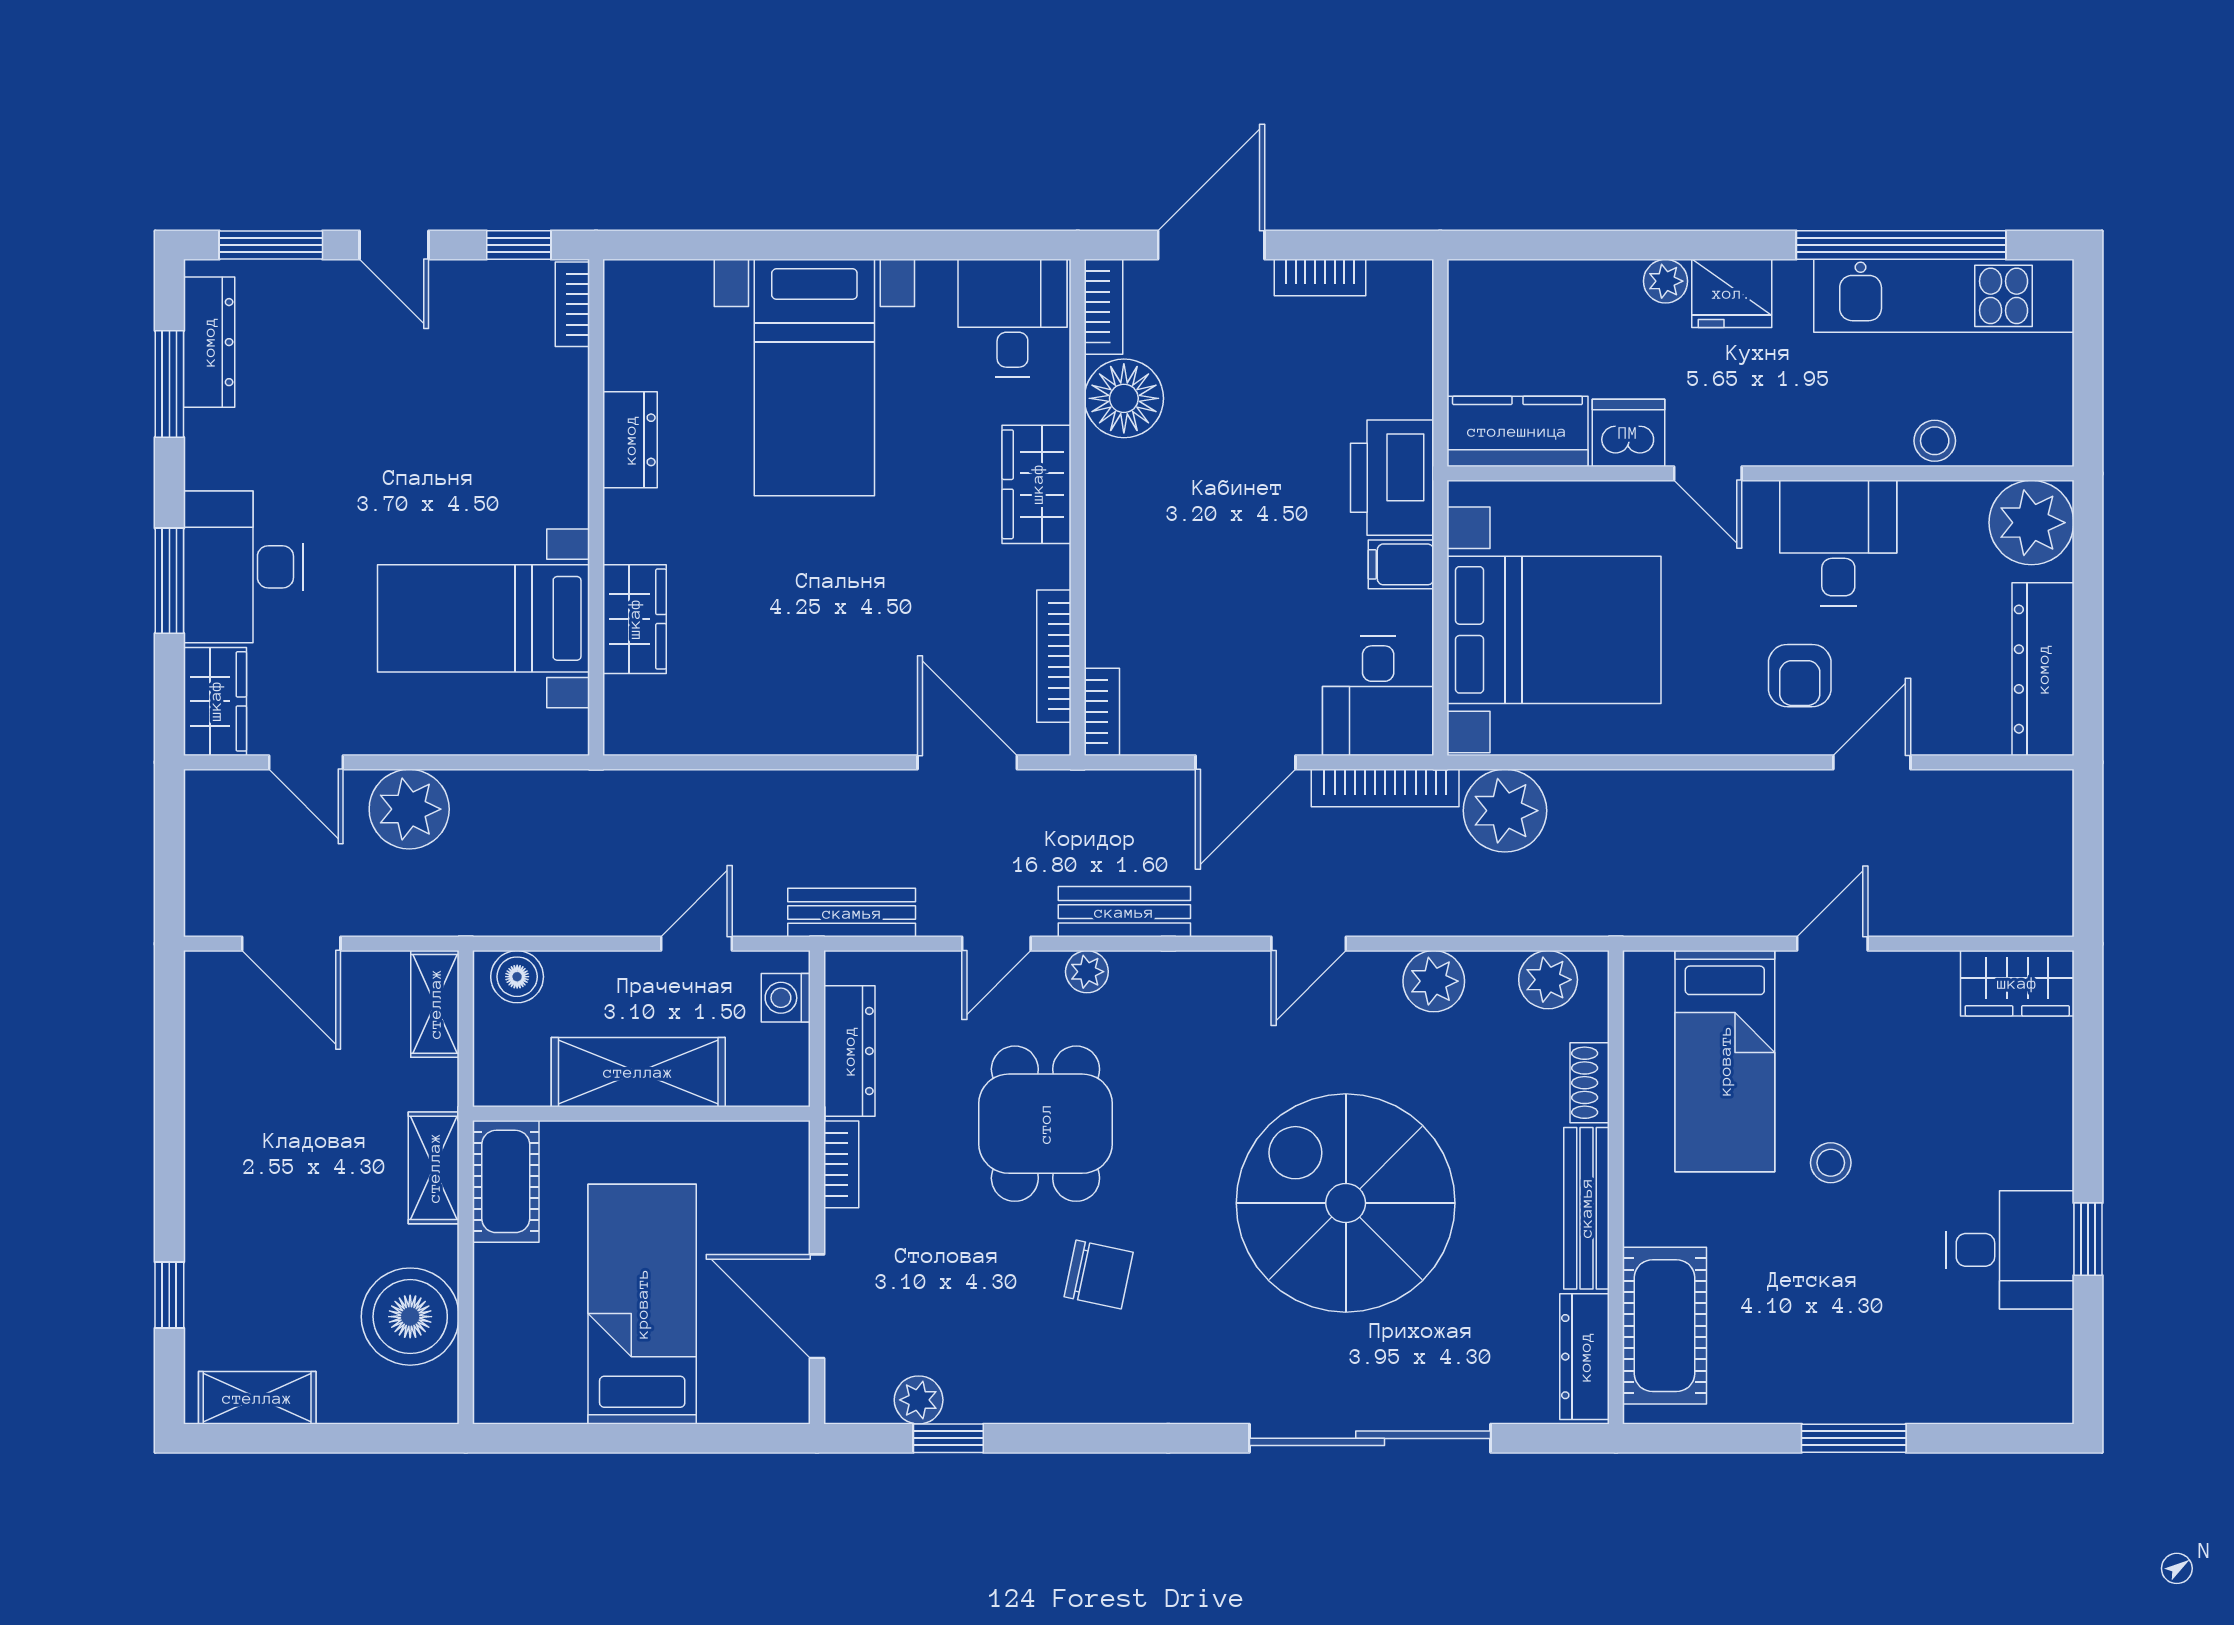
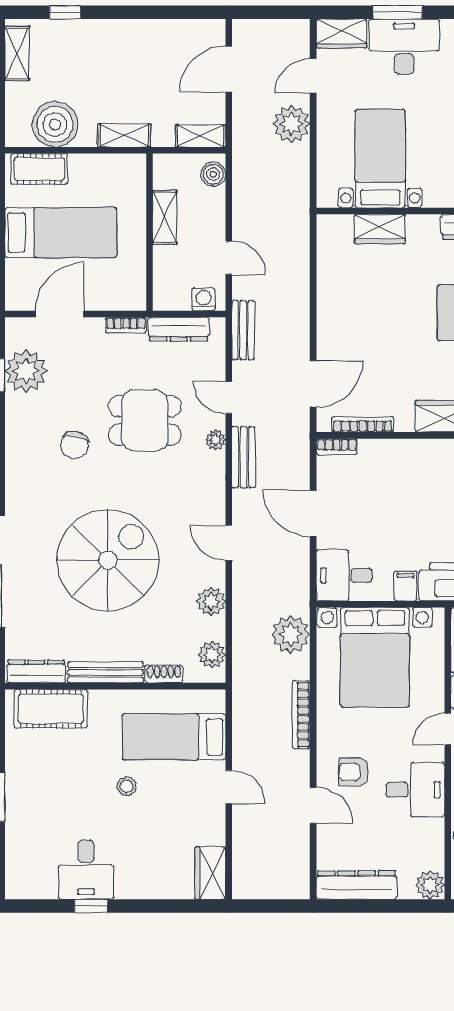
plant: (2031, 523) -> (430, 885), width x0.73, depth x0.73
bookcase: (1385, 788) -> (301, 715), moved
shelving: (638, 1072) -> (165, 217), width x0.67, depth x0.75
cot: (506, 1181) -> (39, 169), moved
plant: (919, 1400) -> (26, 371), width x1.87, depth x1.87

